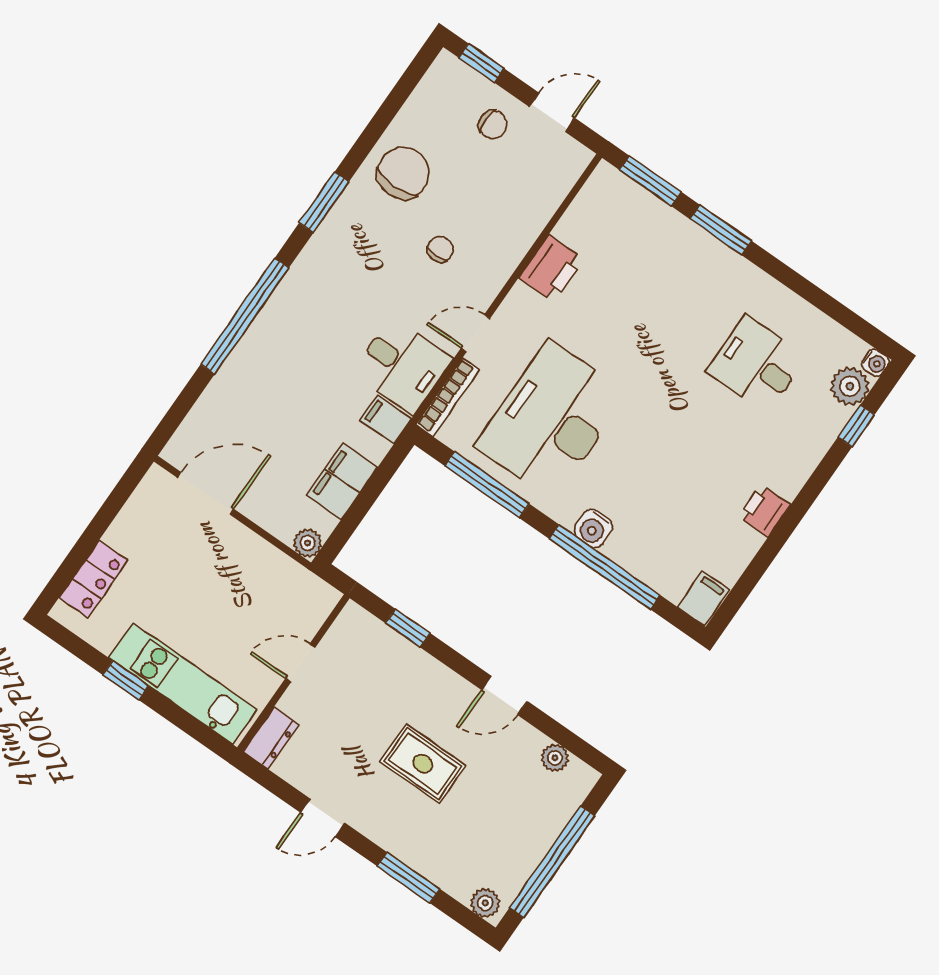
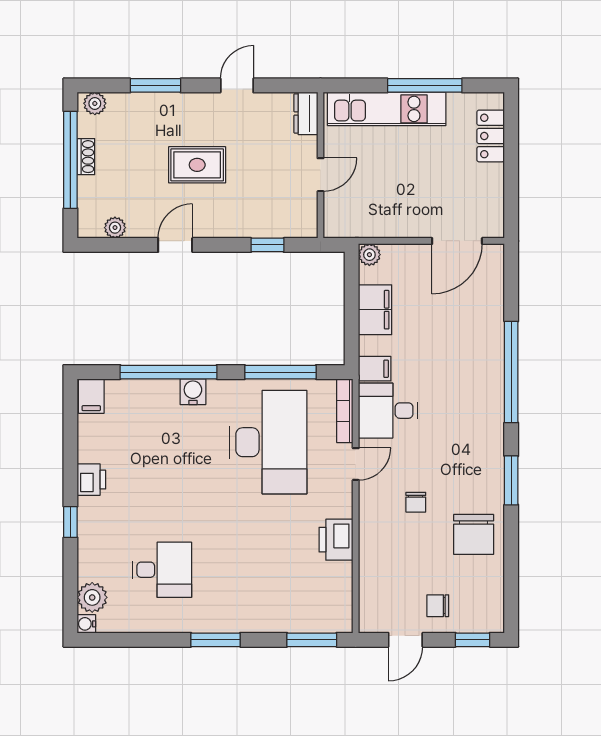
window: (721, 230) -> (216, 640), moved
window: (856, 426) -> (70, 522), moved
window: (126, 680) -> (425, 85), width x2.17
shoe rack: (533, 854) -> (86, 157), added

